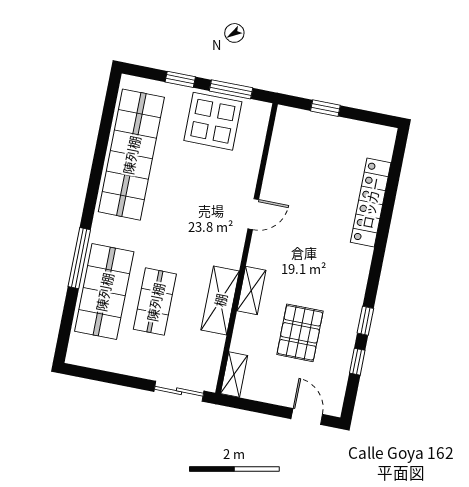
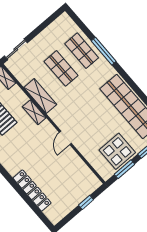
shop shelf: (104, 292) -> (82, 51), width x0.70, depth x0.74

